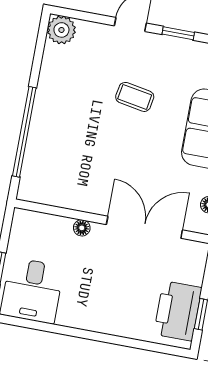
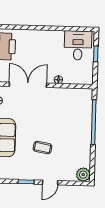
double door: (144, 227) -> (28, 85), swing flipped

